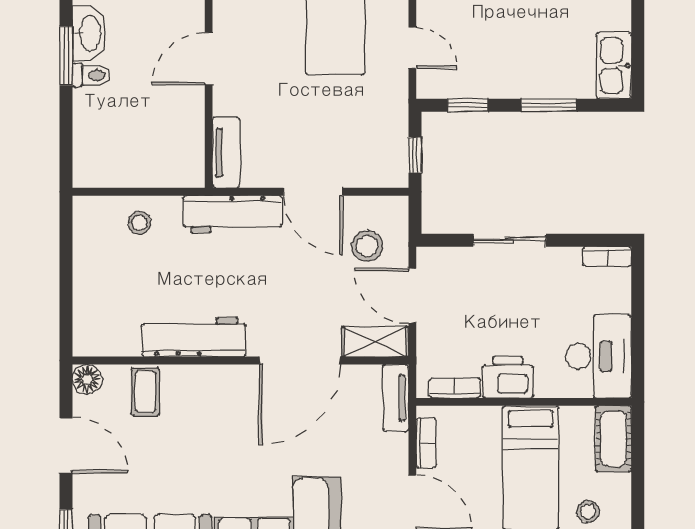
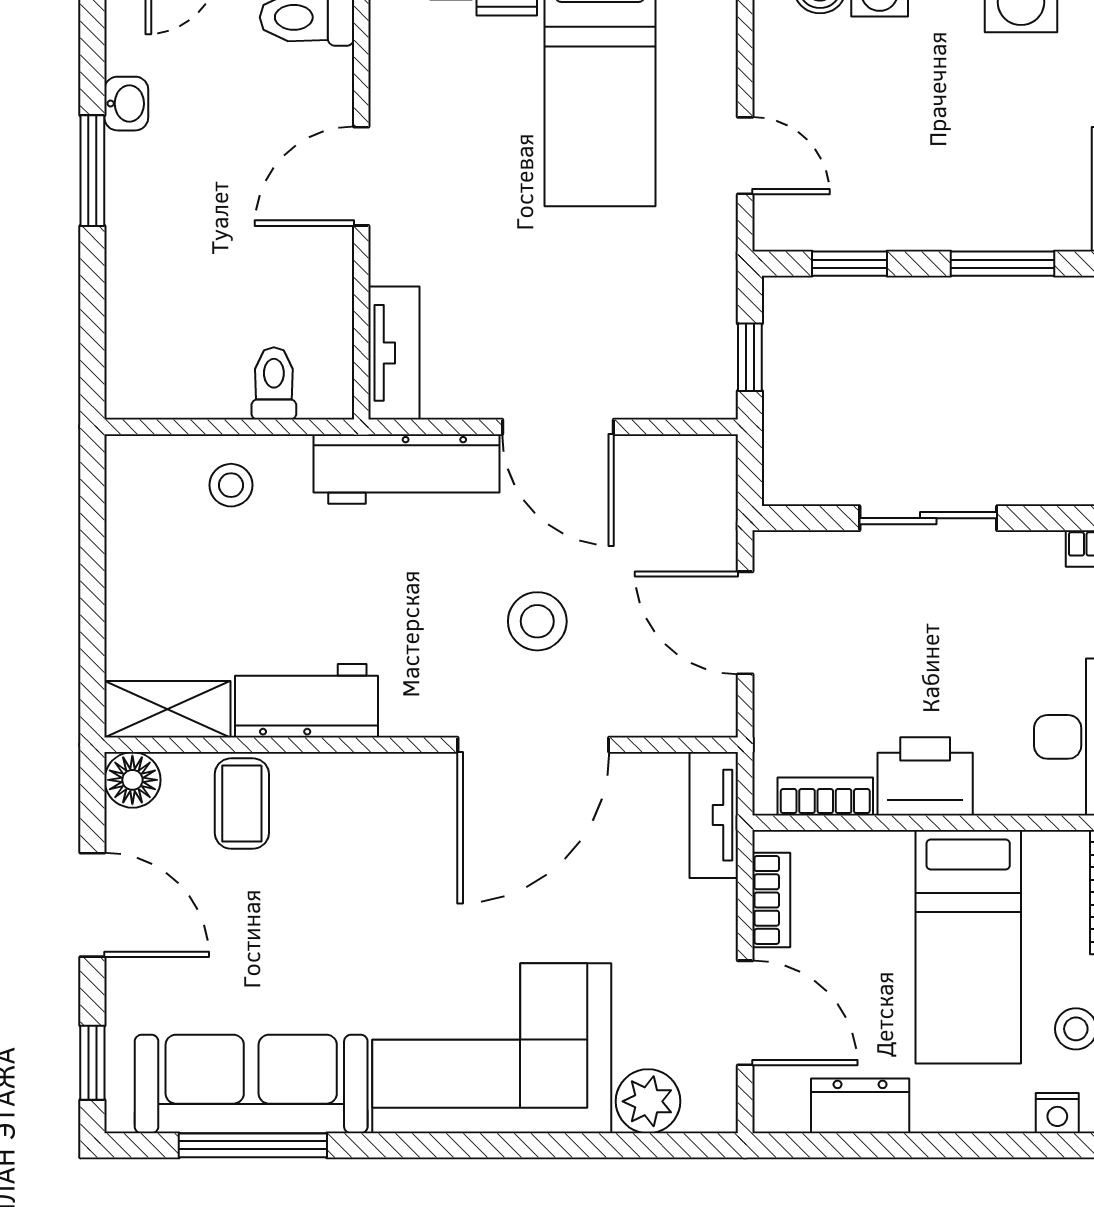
washbasin: (89, 33) -> (126, 104), width x0.52, depth x0.69
toilet: (92, 75) -> (274, 383), moved, turned -90
stool: (367, 246) -> (537, 621), moved
workbench: (194, 337) -> (306, 701), width x0.73
shelving: (375, 342) -> (167, 709), moved

